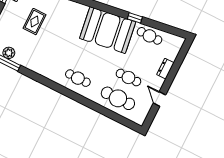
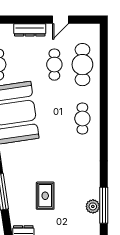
rug: (35, 22) -> (45, 196), turned 90
dresser: (165, 69) -> (30, 30), width x1.44

